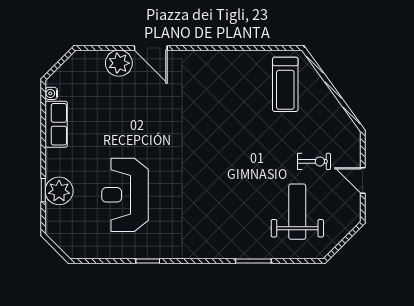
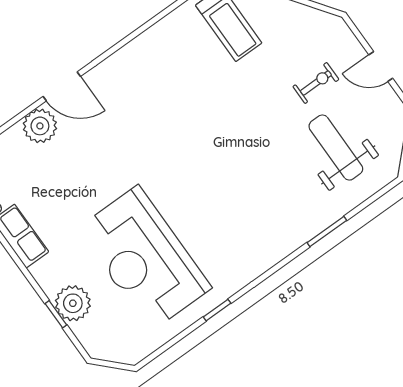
reception desk: (125, 195) -> (144, 258), width x1.36, depth x1.30

